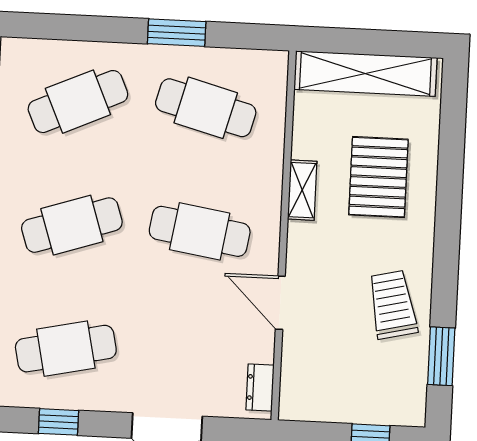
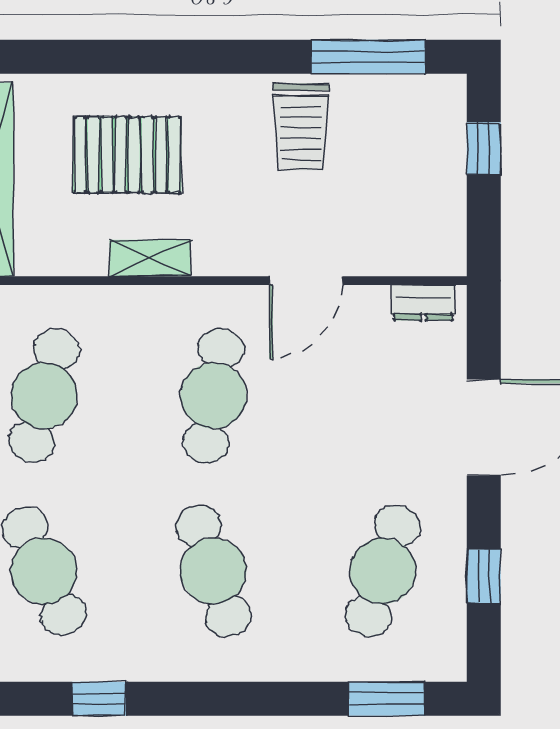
trolley: (393, 305) -> (301, 127), turned -77
cafe table: (66, 349) -> (383, 571), turned 30
window: (441, 356) -> (368, 57), width x1.44

